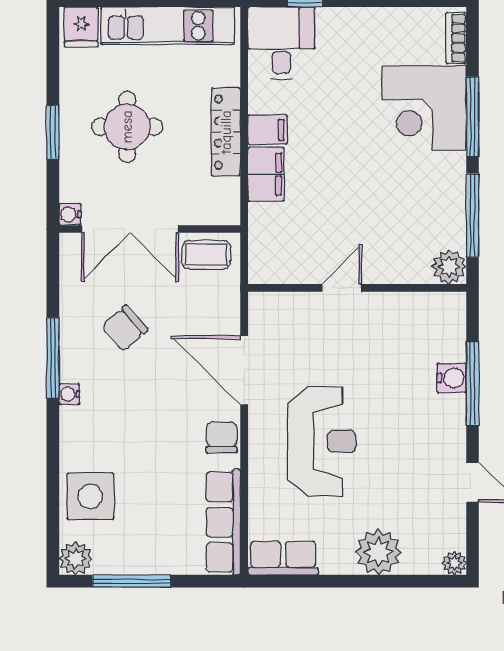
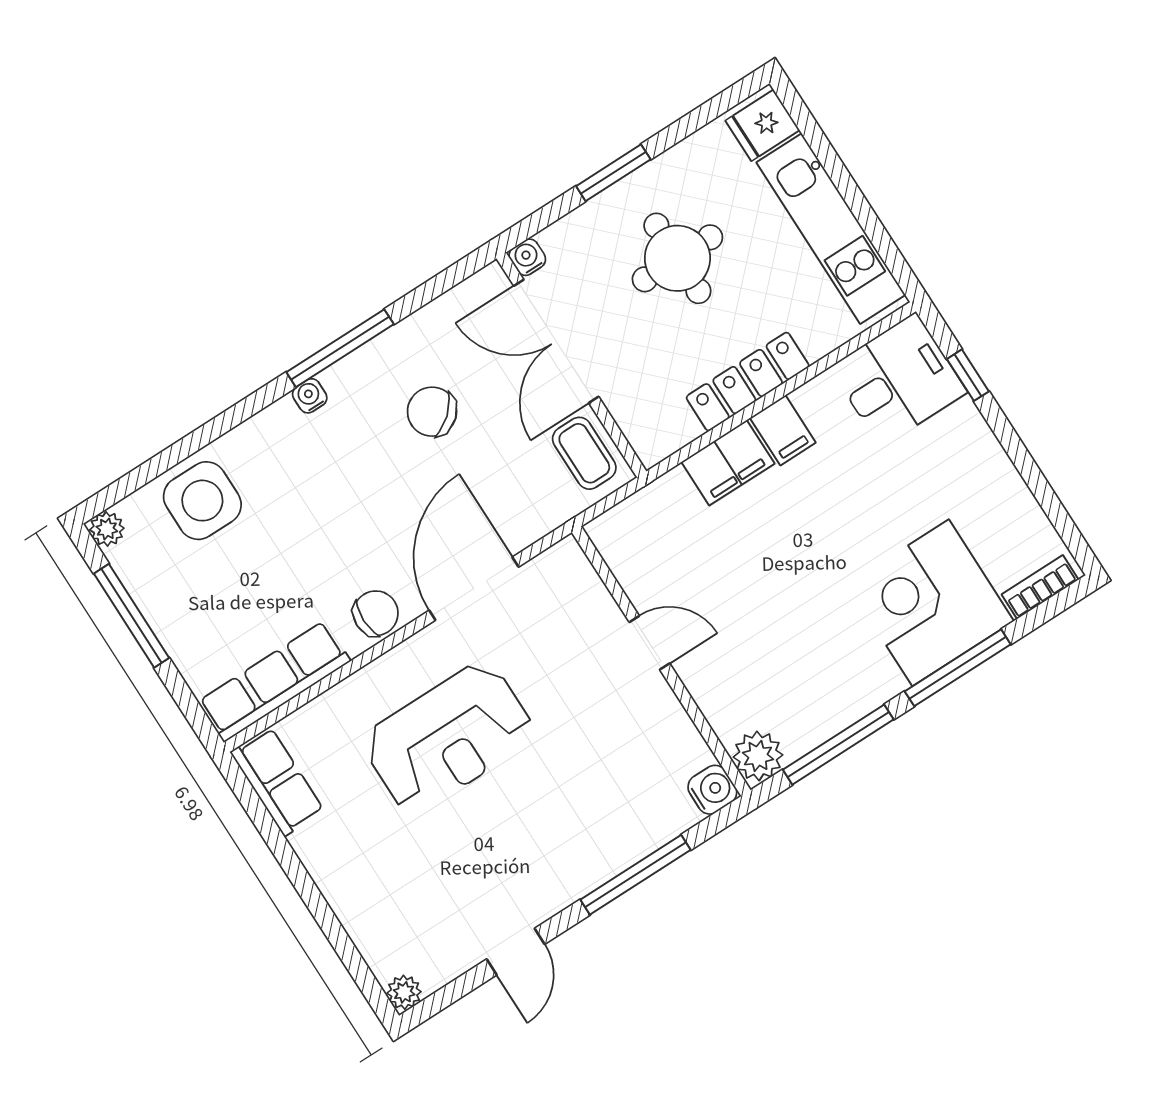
water cooler: (452, 378) -> (712, 790), moved, turned -90
plant: (378, 552) -> (358, 892), removed
plant: (76, 558) -> (107, 529), width x0.73, depth x0.73

